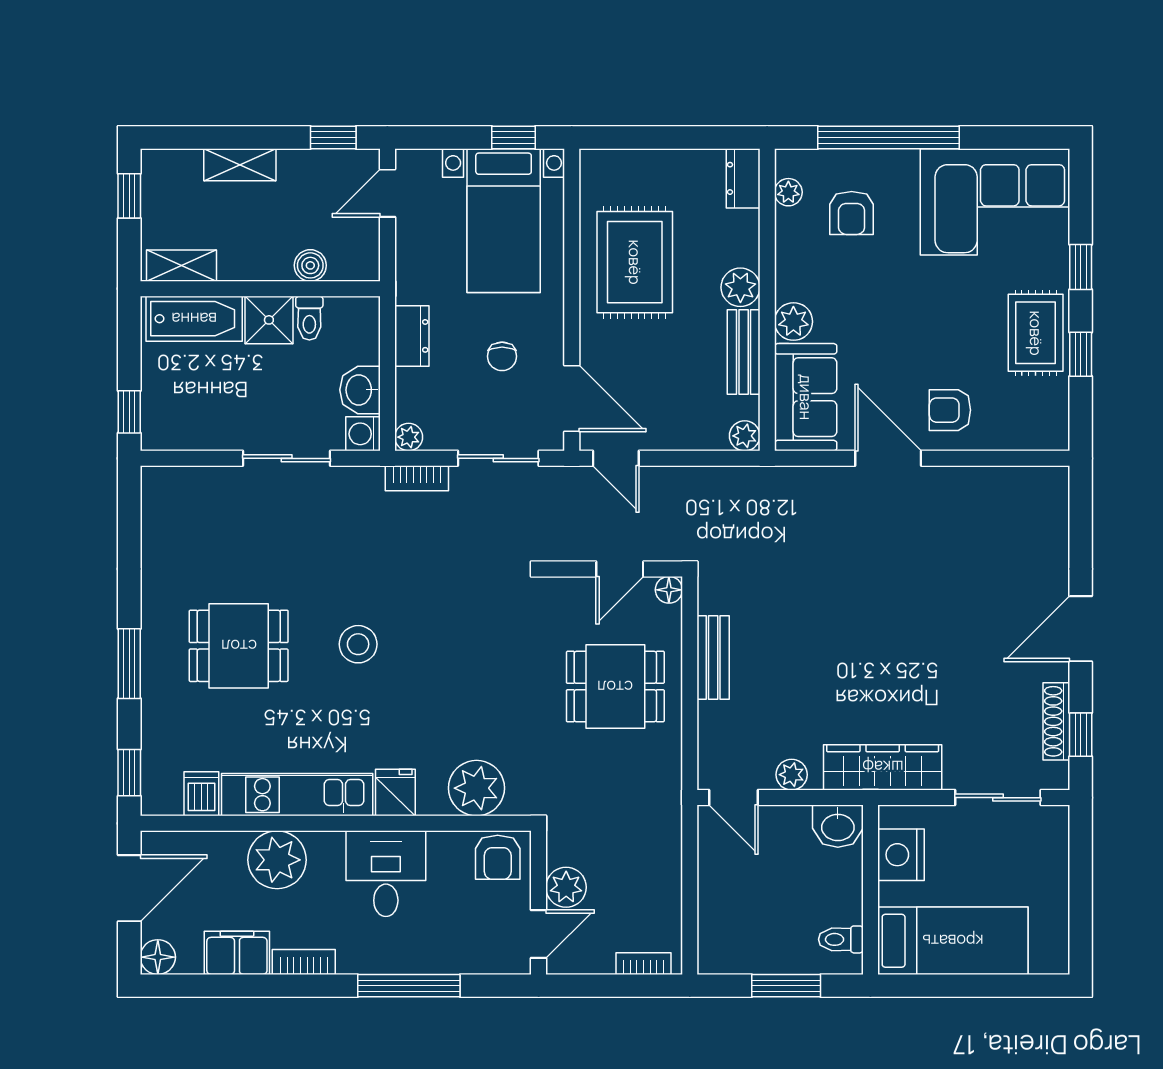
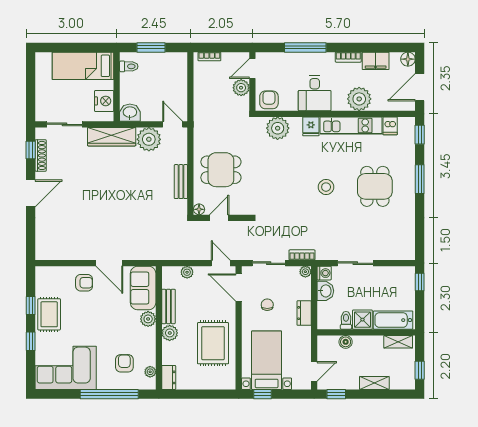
plant: (745, 436) -> (187, 272), moved
dining table: (239, 646) -> (375, 186), turned 90
plant: (792, 775) -> (149, 139), width x1.87, depth x1.87

